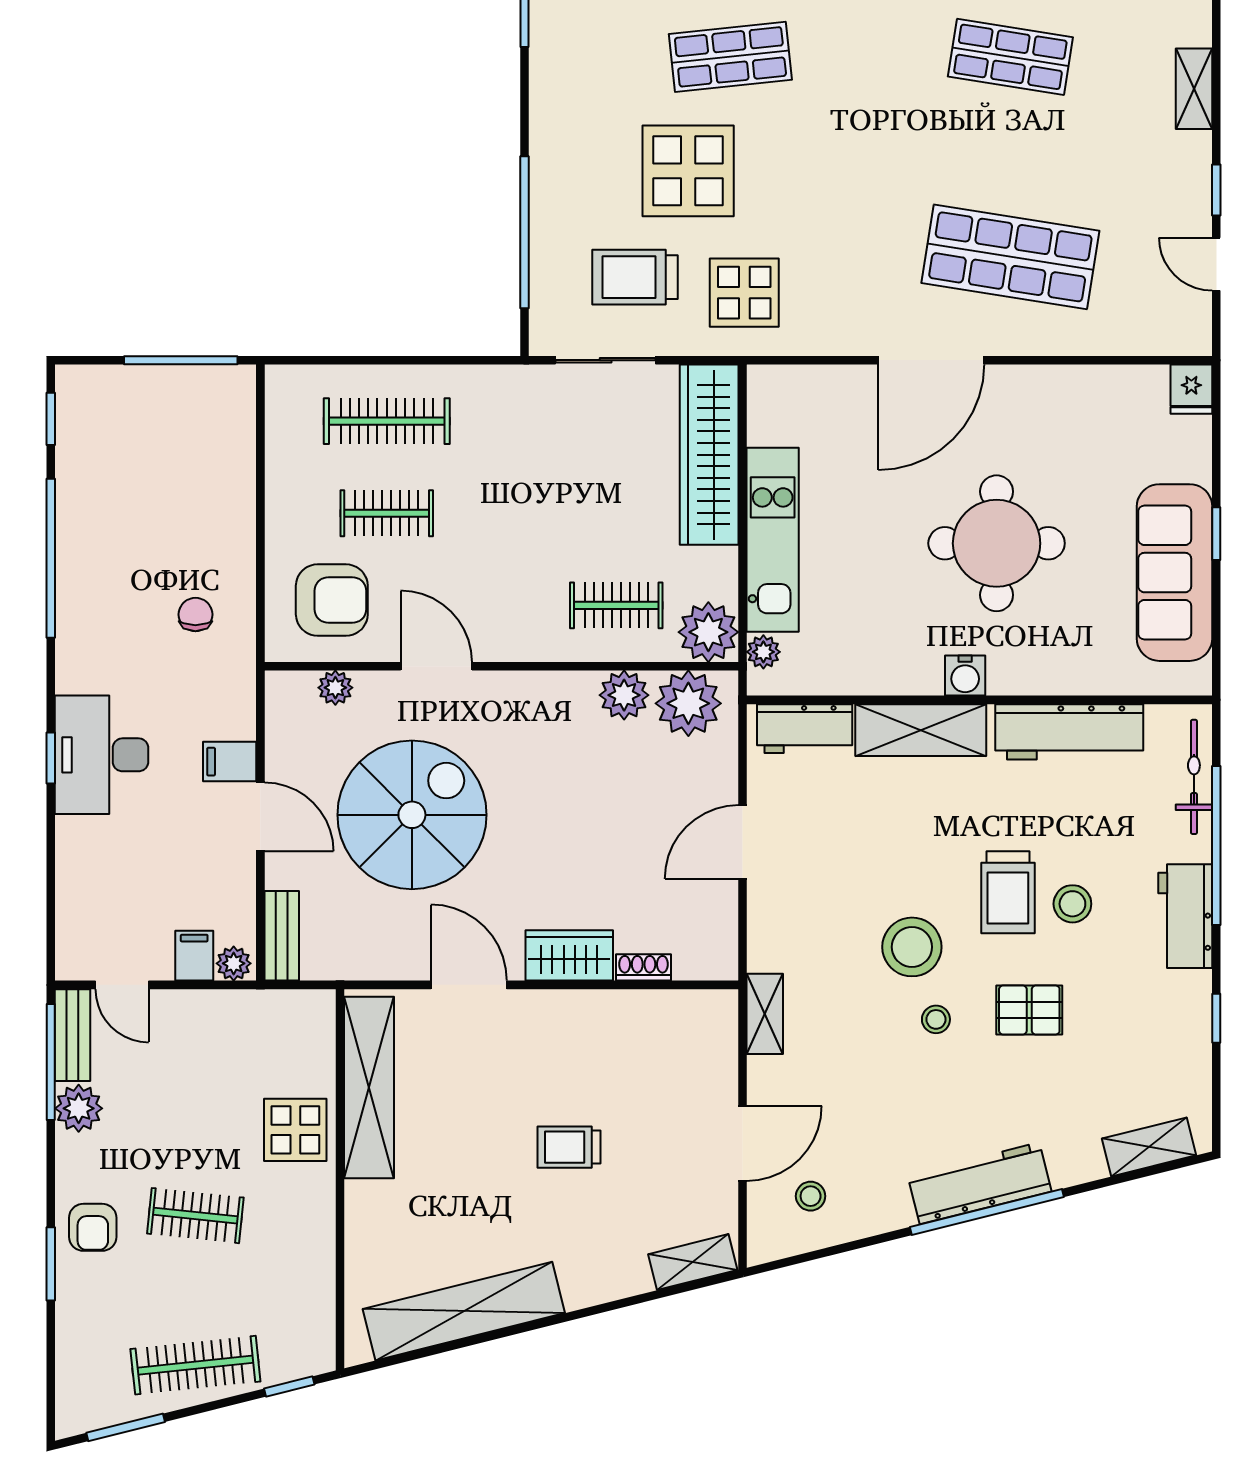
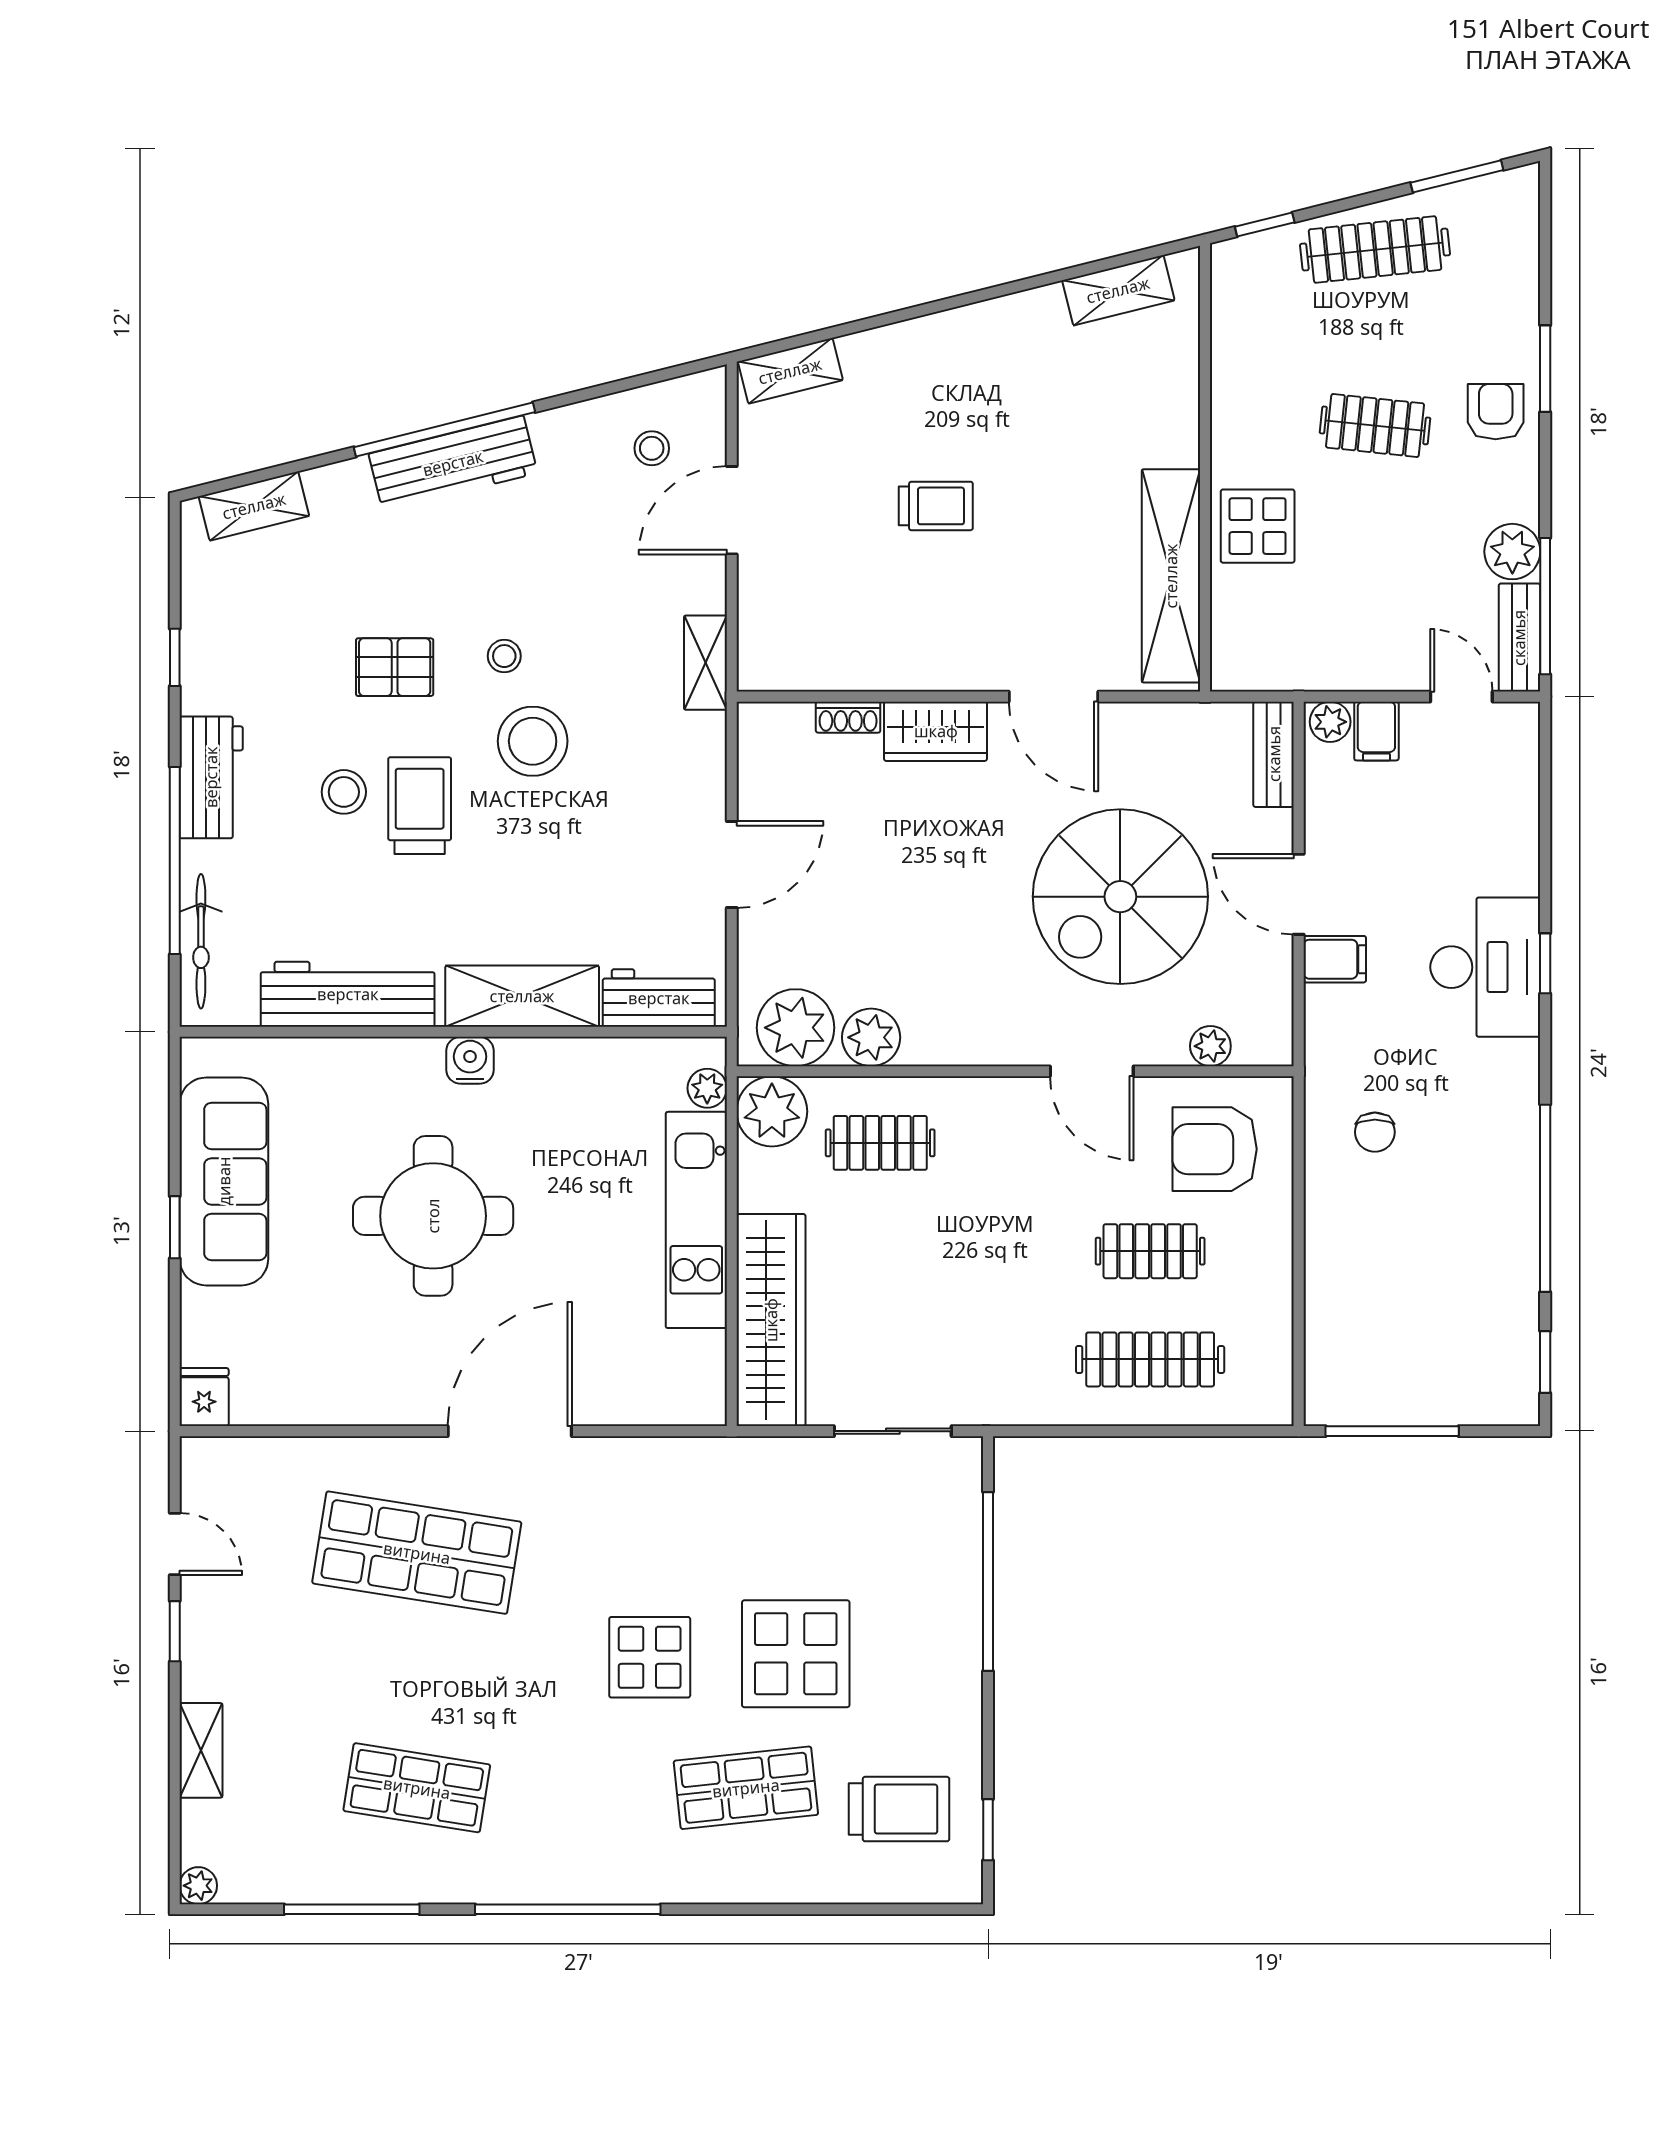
trolley: (635, 277) -> (899, 1809), moved
display table: (744, 293) -> (650, 1657), moved
shelving: (464, 1311) -> (1118, 290), width x0.45, depth x0.75

